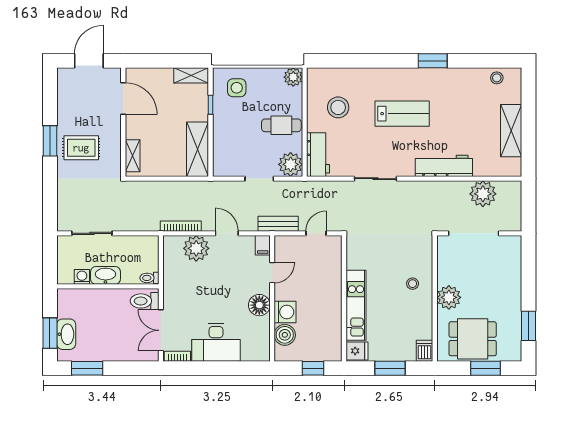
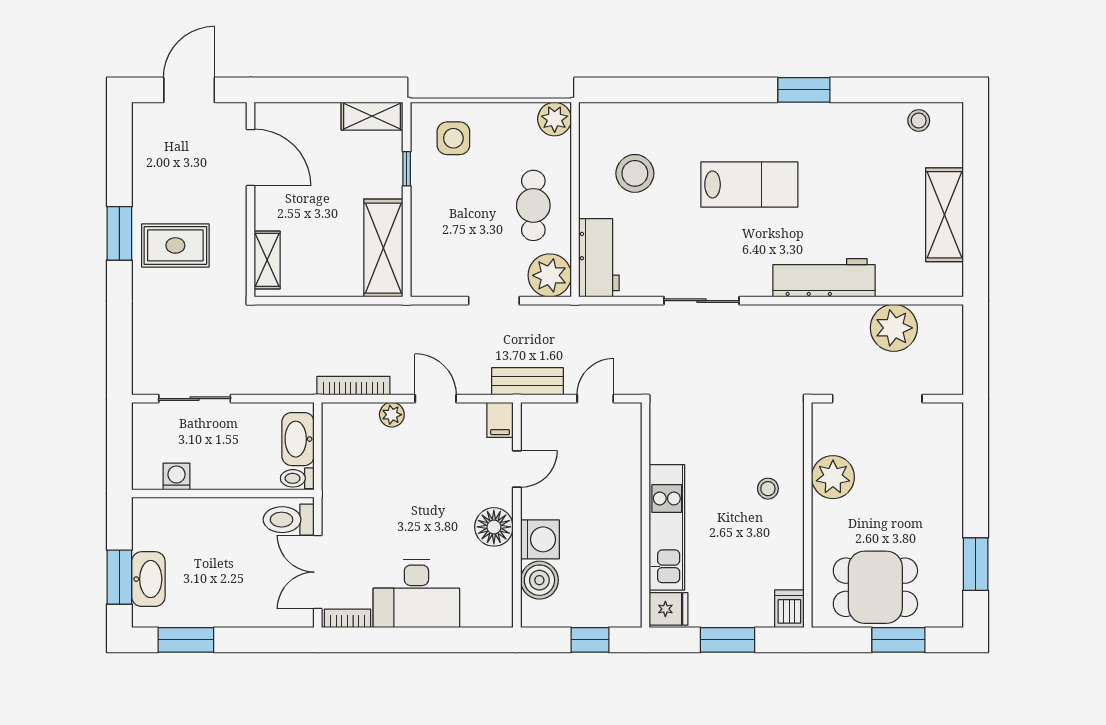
cafe table: (281, 125) -> (533, 205), turned 90
plant: (196, 248) -> (392, 415), width x0.53, depth x0.53
washbasin: (105, 275) -> (298, 439), moved, turned -90
plant: (449, 297) -> (833, 477), moved

